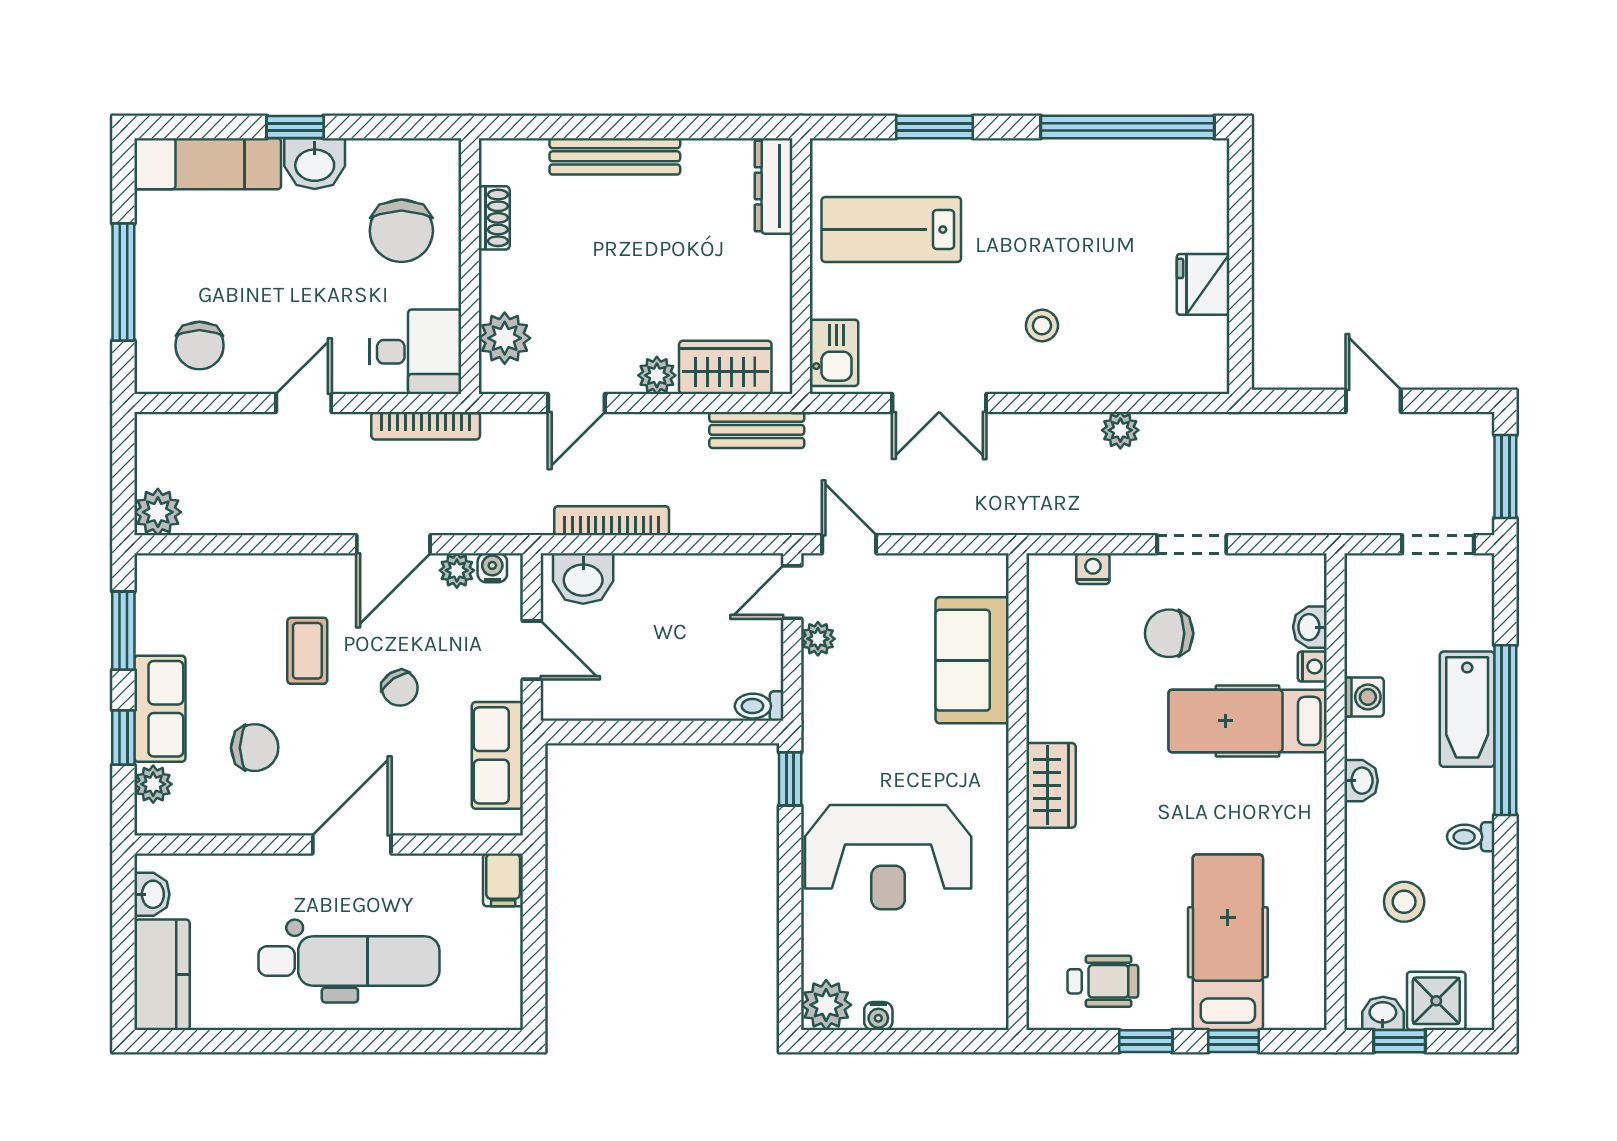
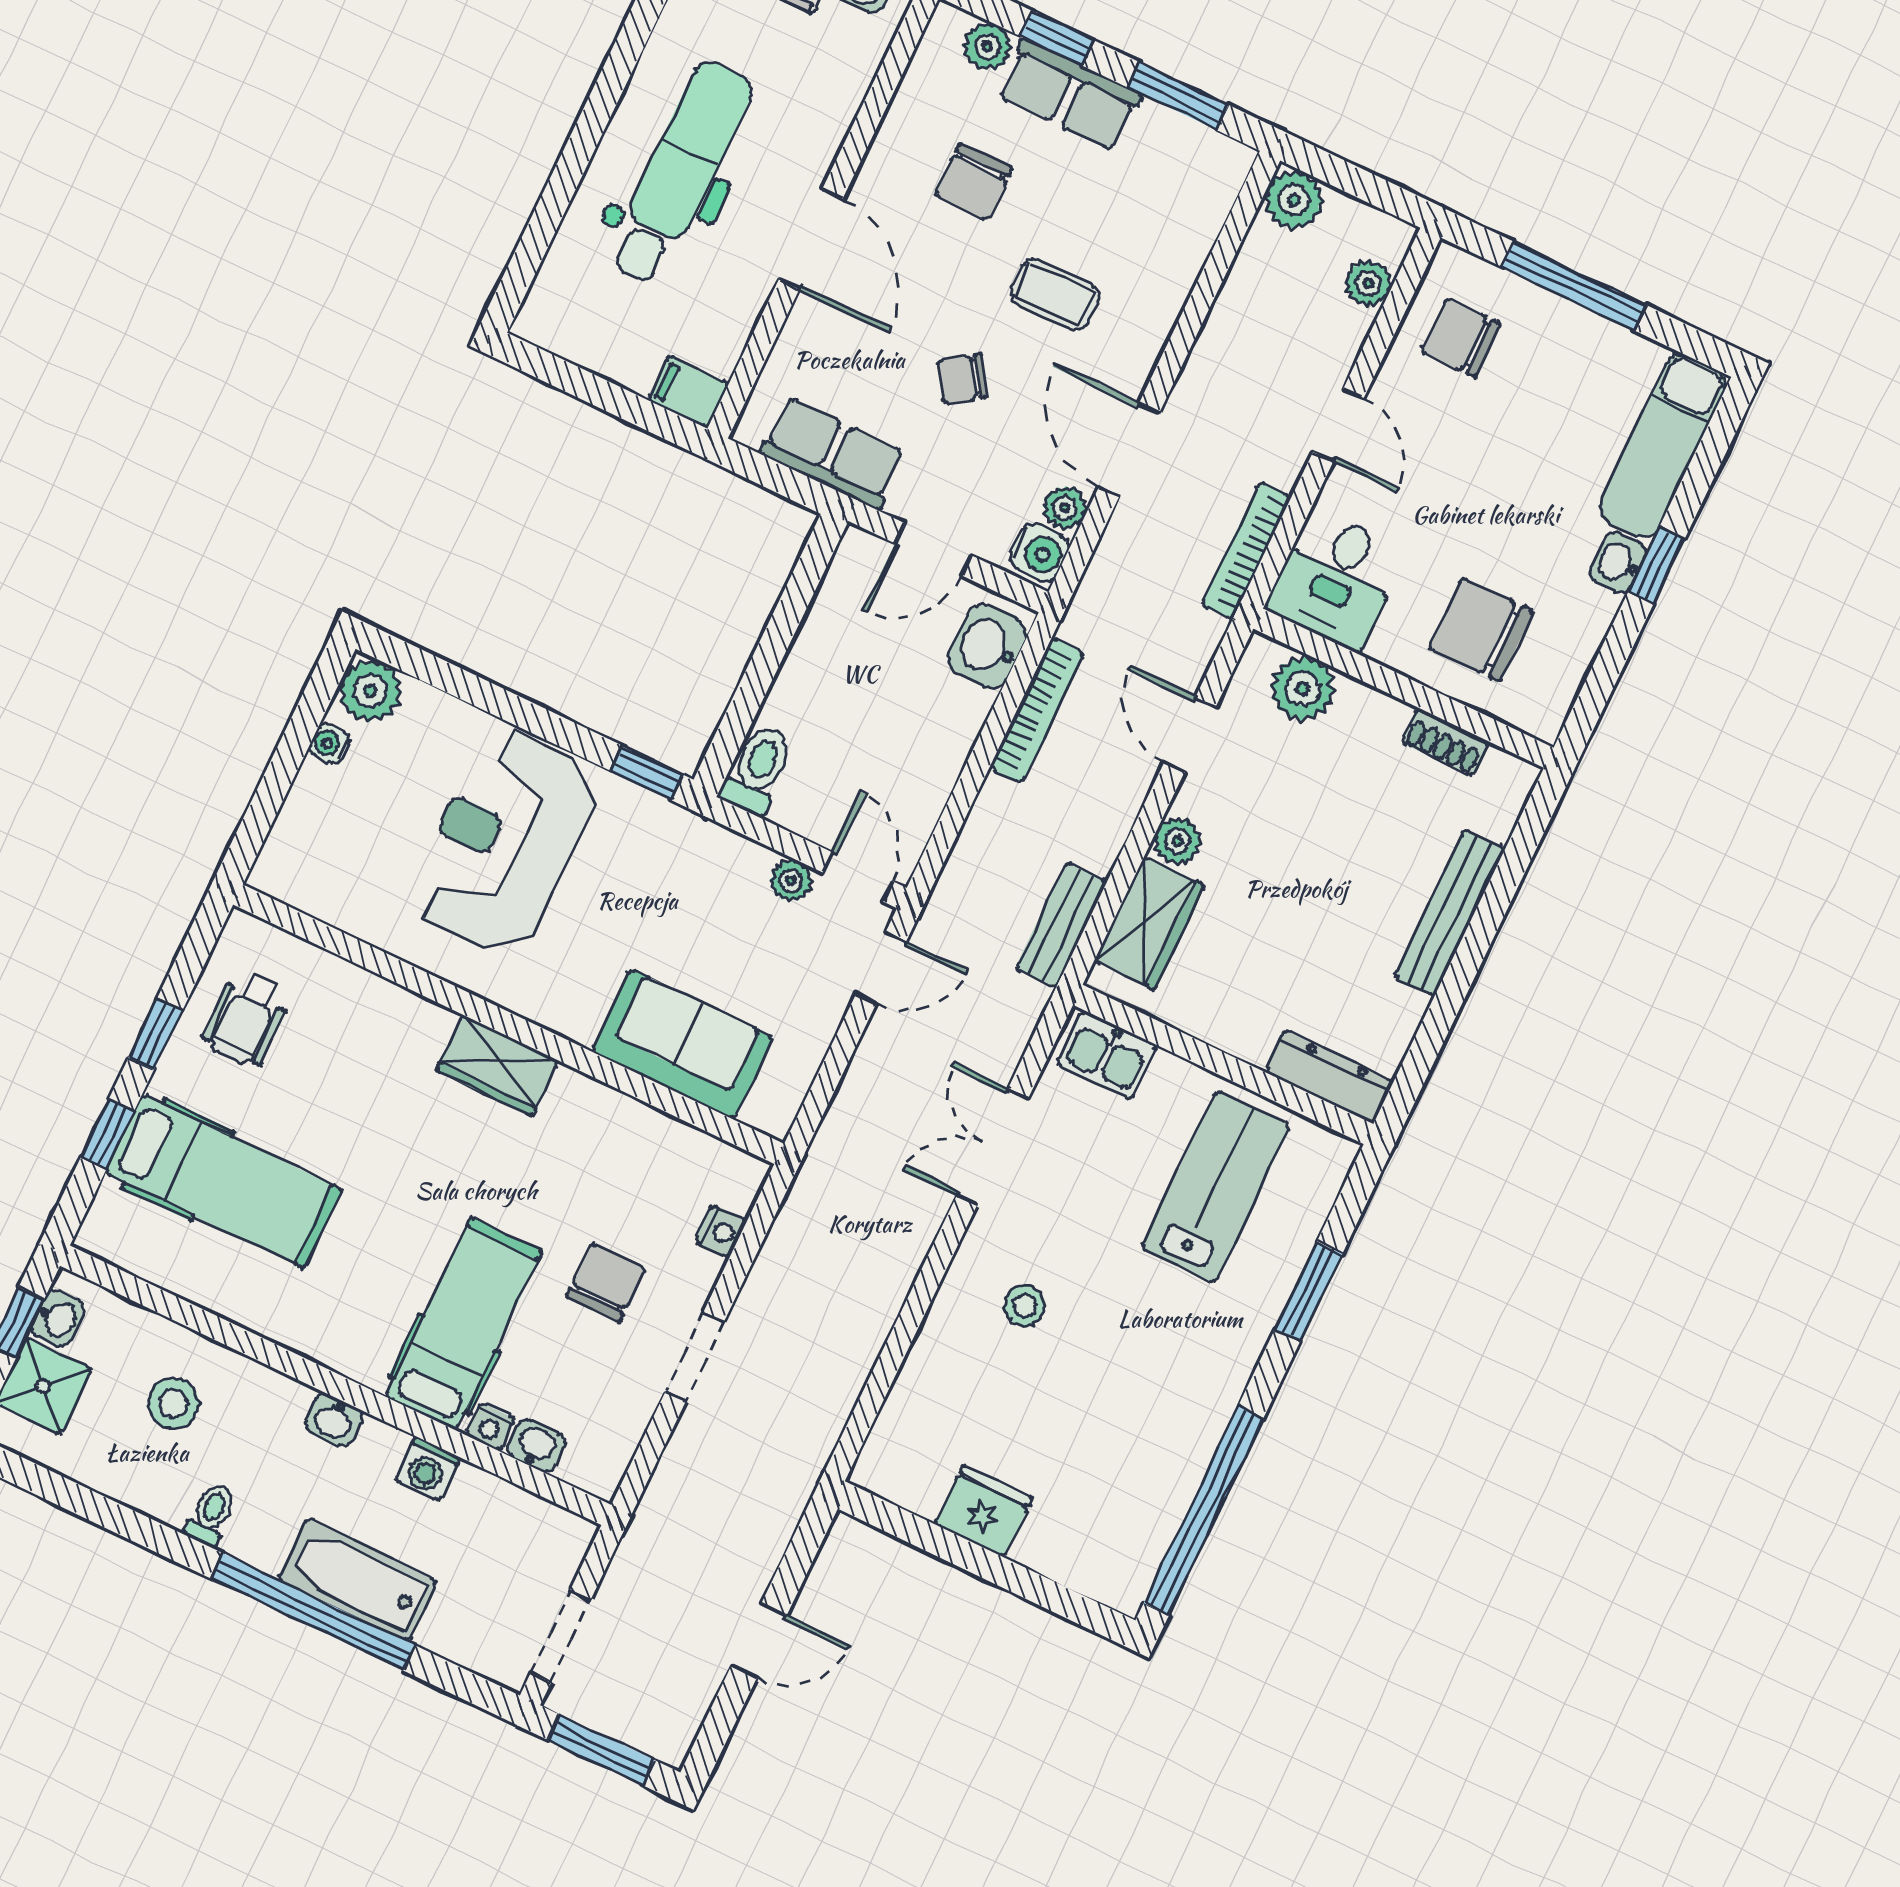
washbasin: (315, 164) -> (1618, 562), width x0.72, depth x0.69
plant: (1120, 430) -> (1368, 283), moved
water cooler: (492, 568) -> (1039, 553), width x1.38, depth x1.38
toilet: (759, 706) -> (758, 770), width x1.37, depth x1.39
dental chair: (349, 961) -> (680, 173), turned 180

